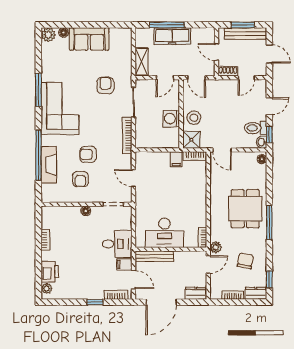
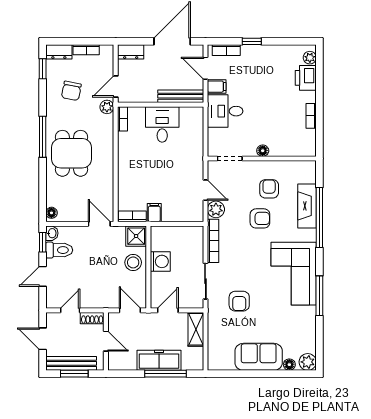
plant: (125, 162) -> (216, 209), added
desk: (164, 233) -> (162, 124), width x0.73

